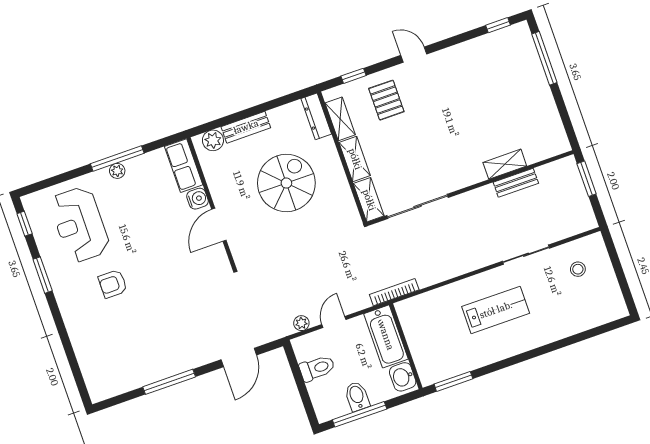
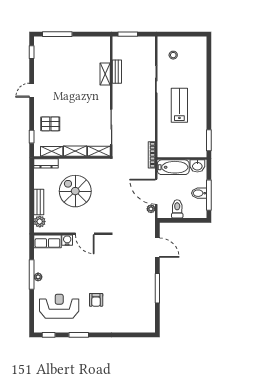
door: (414, 55) -> (32, 90), moved
reception desk: (80, 224) -> (59, 306), turned 180
door: (334, 322) -> (156, 192), width x1.88

